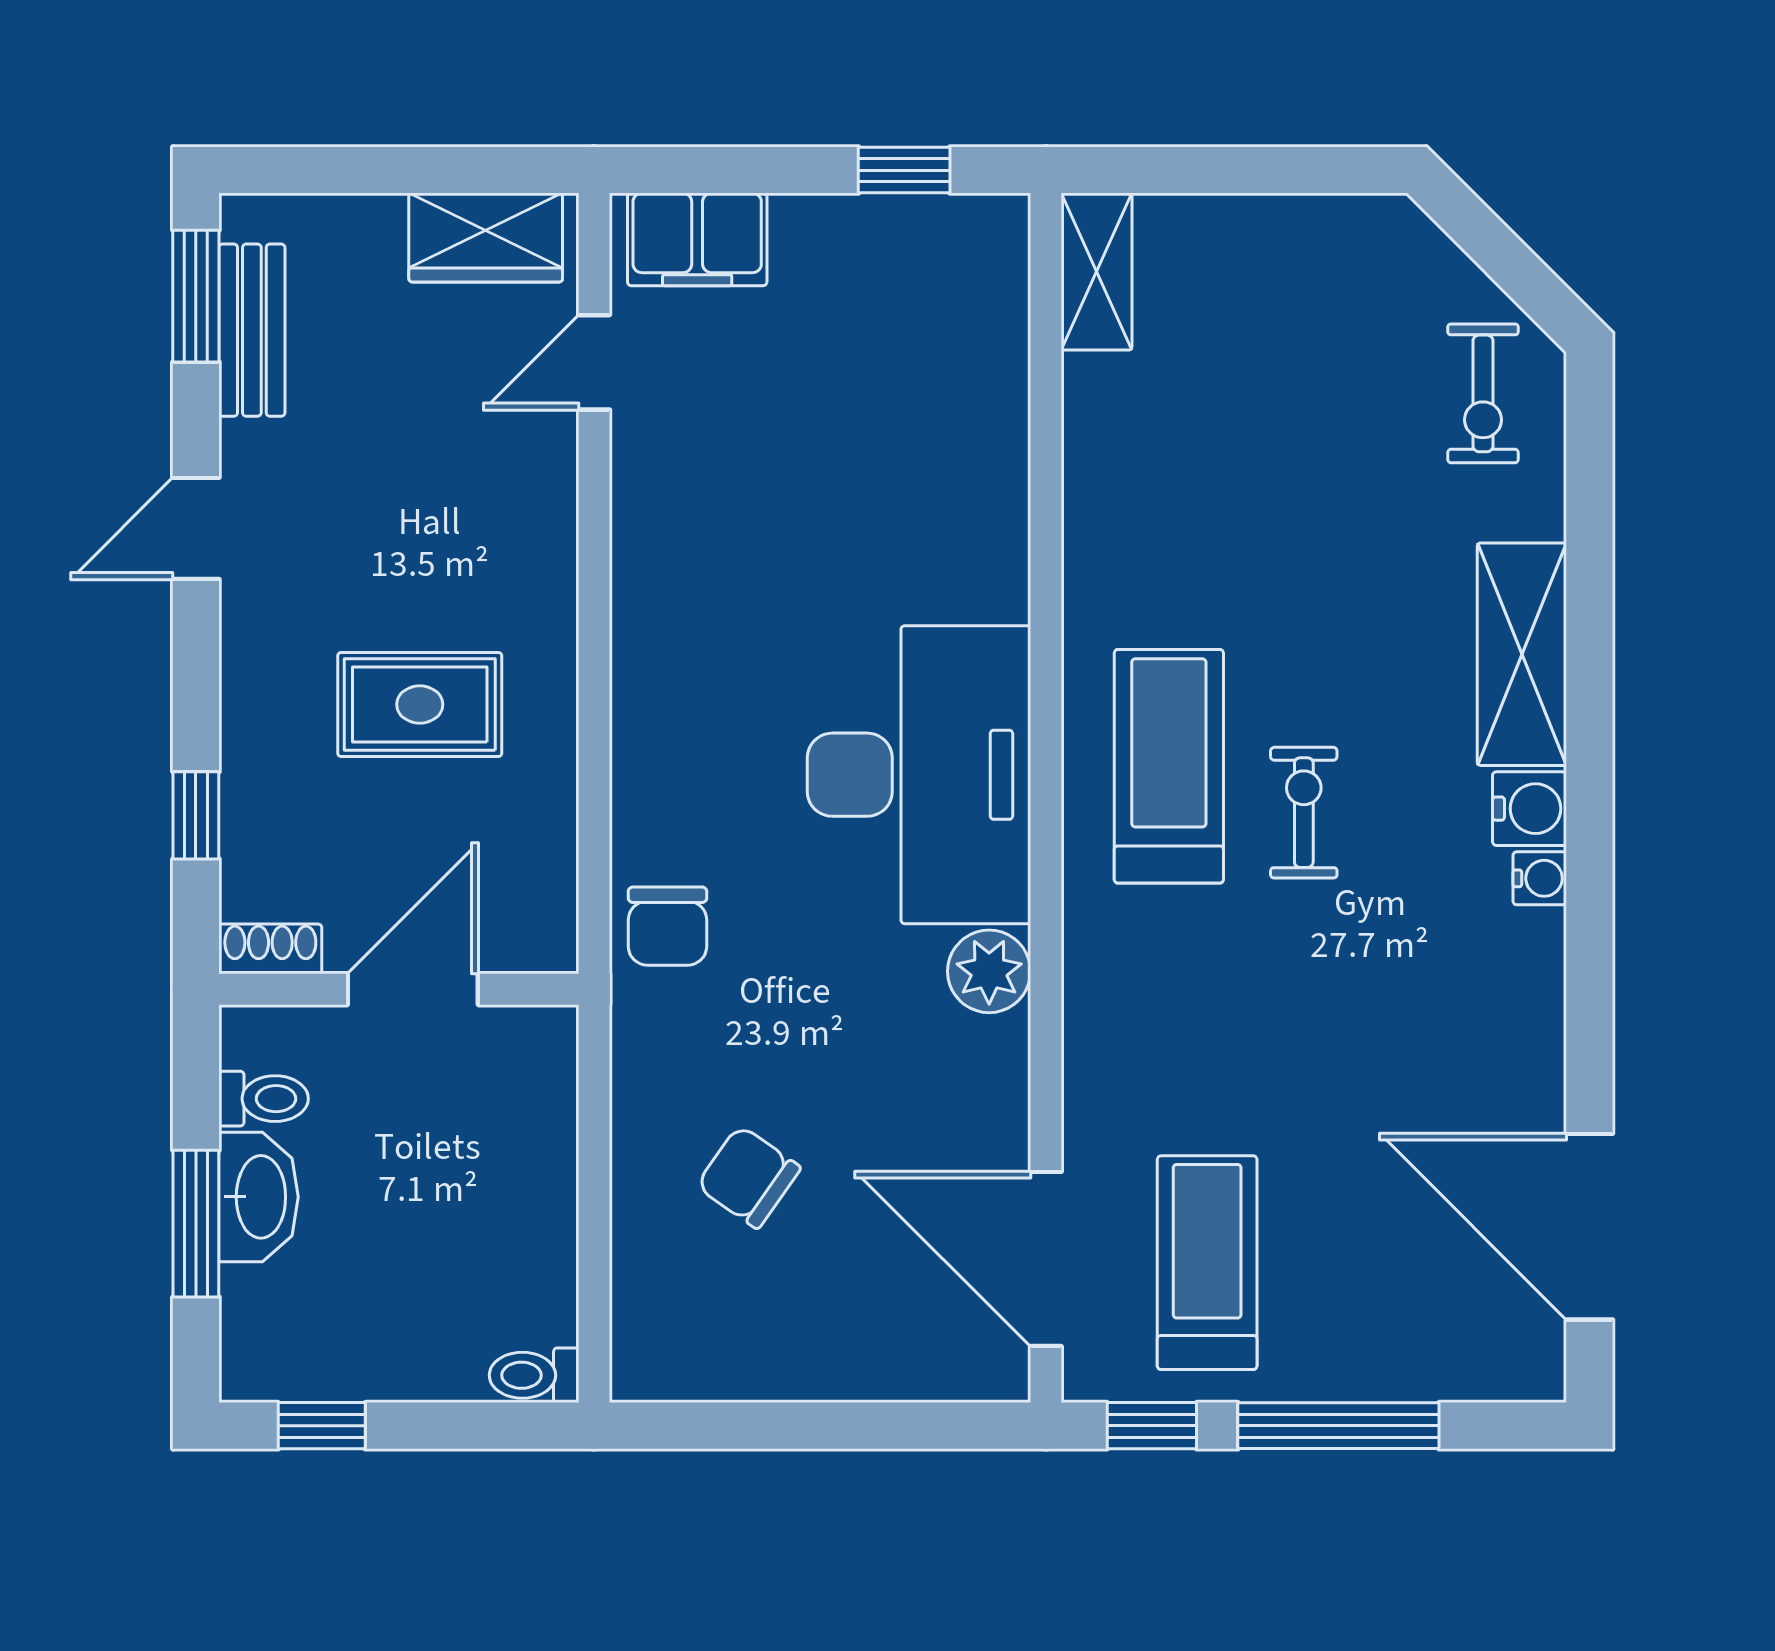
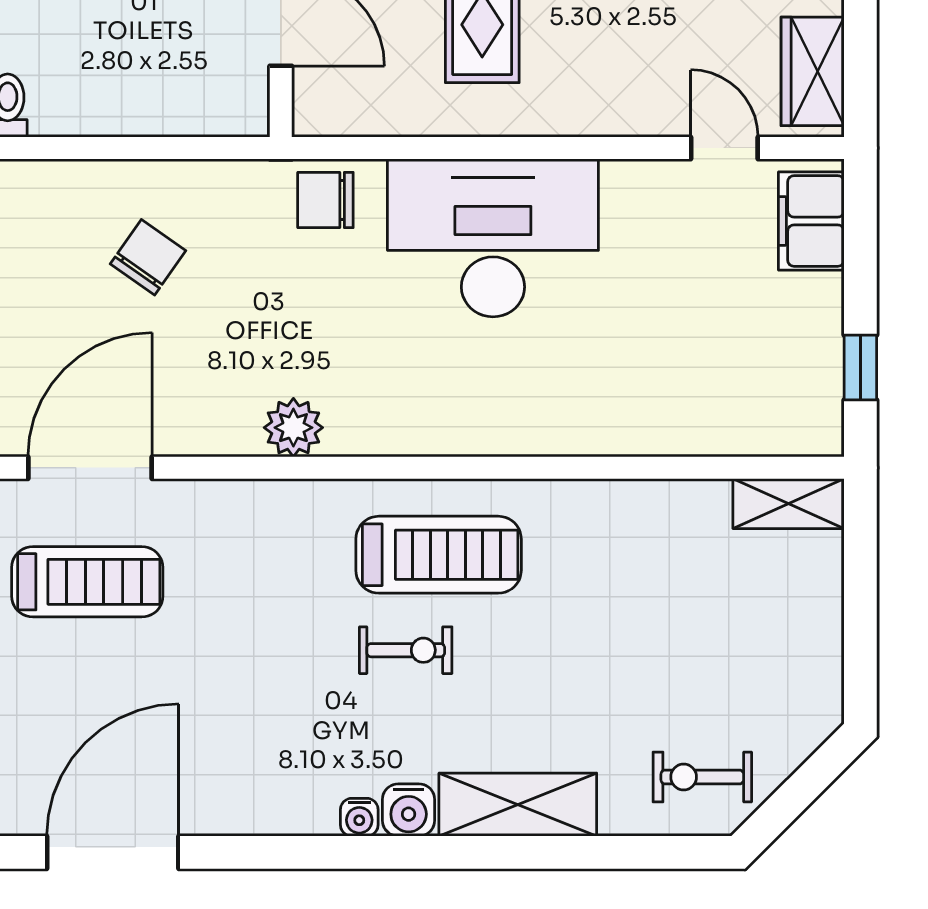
desk: (919, 775) -> (493, 238), moved, turned 180

